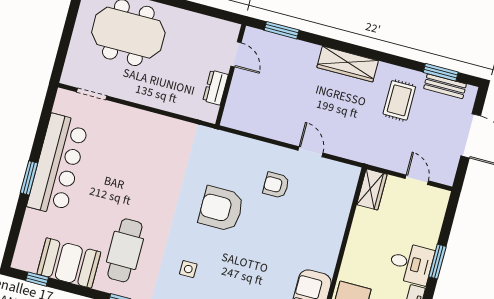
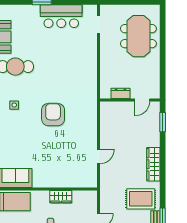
rug: (399, 100) -> (141, 199), width x1.36, depth x1.43
bar counter: (58, 165) -> (61, 16), width x0.73
armchair: (276, 185) -> (75, 142), removed
wardrobe: (372, 189) -> (61, 197), moved

